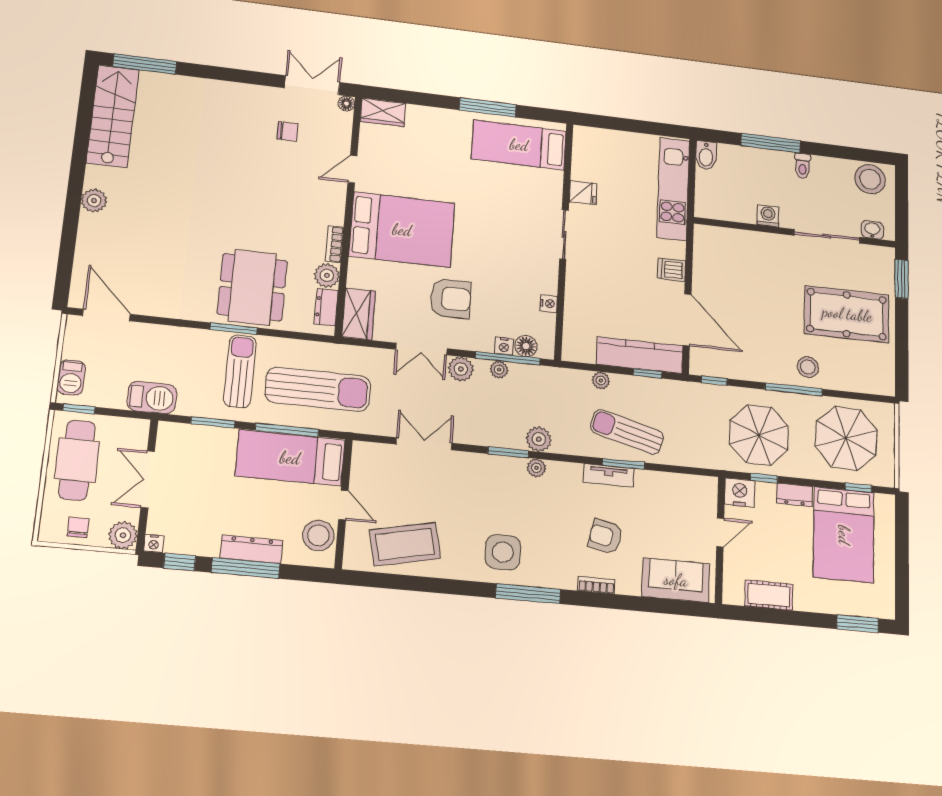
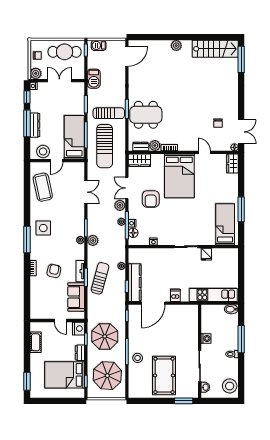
sofa: (676, 580) -> (76, 297), moved, turned 180

